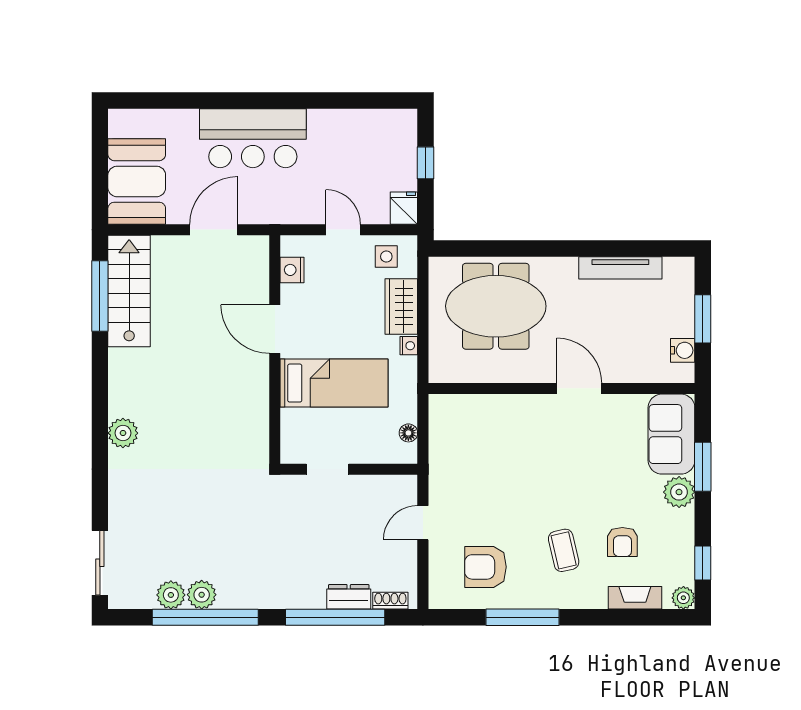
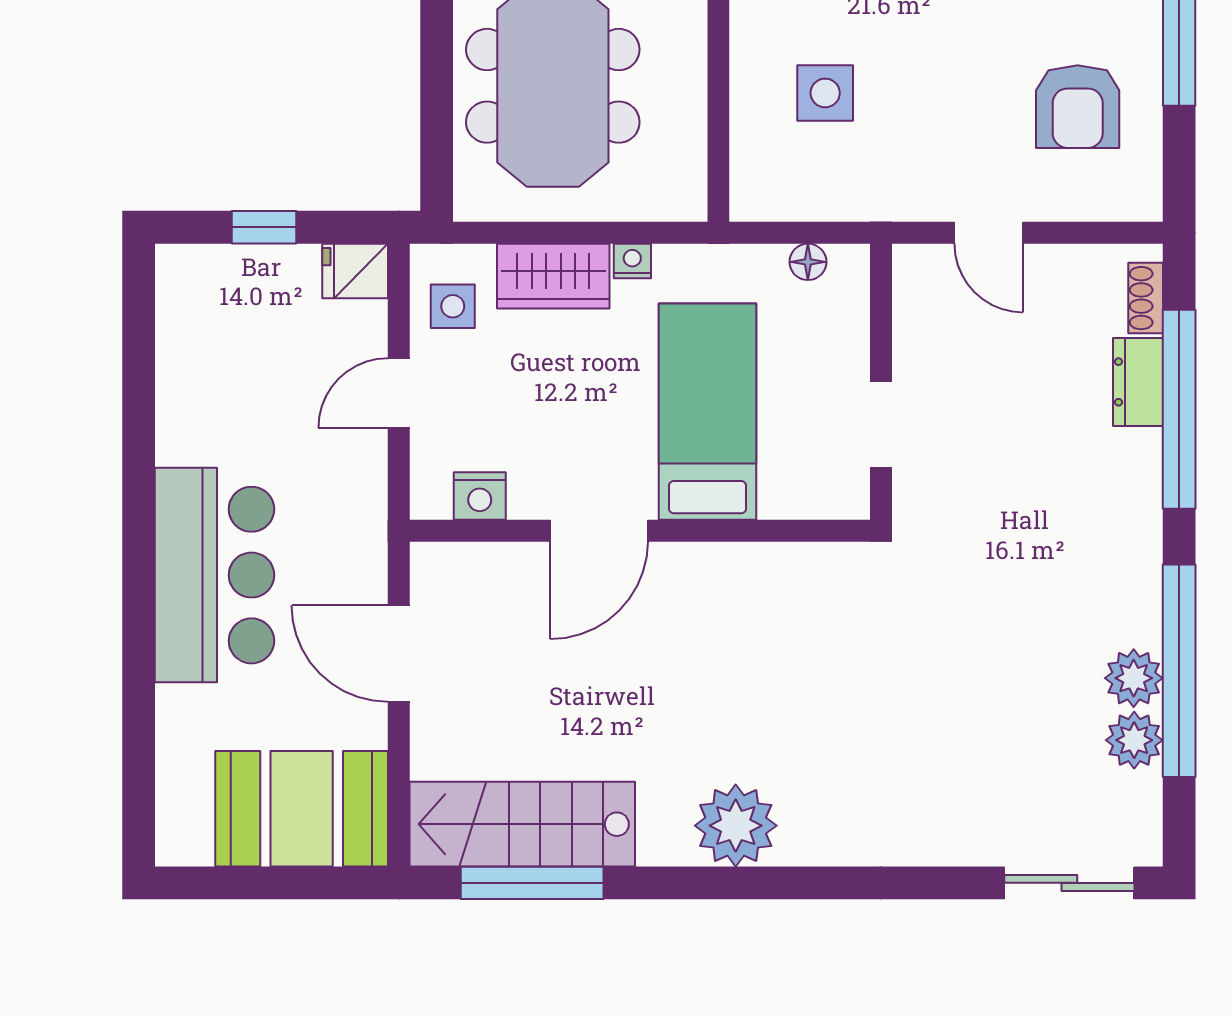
plant: (123, 433) -> (736, 826), moved, width x1.36, depth x1.36
side table: (492, 441) -> (825, 93), added

